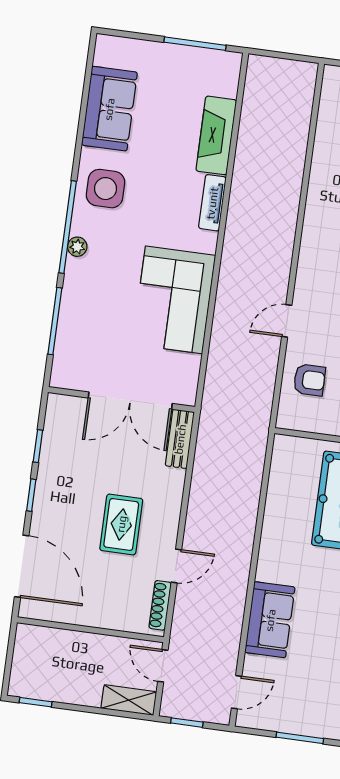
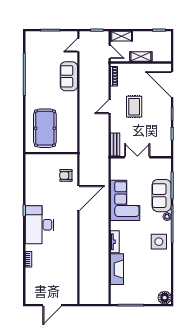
floor lamp: (110, 51) -> (165, 298), added
sofa: (109, 109) -> (162, 196), moved
door: (287, 321) -> (78, 198), width x1.88
double door: (130, 401) -> (137, 157), width x0.73
door: (176, 566) -> (110, 107), moved
shelving: (88, 644) -> (141, 57), added

